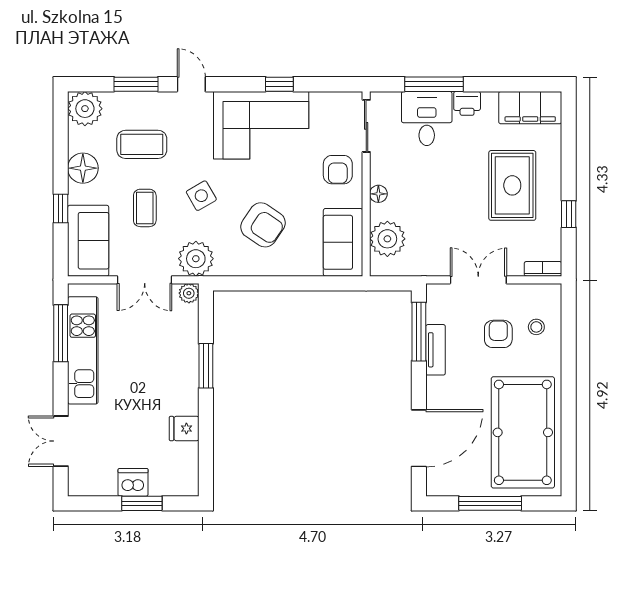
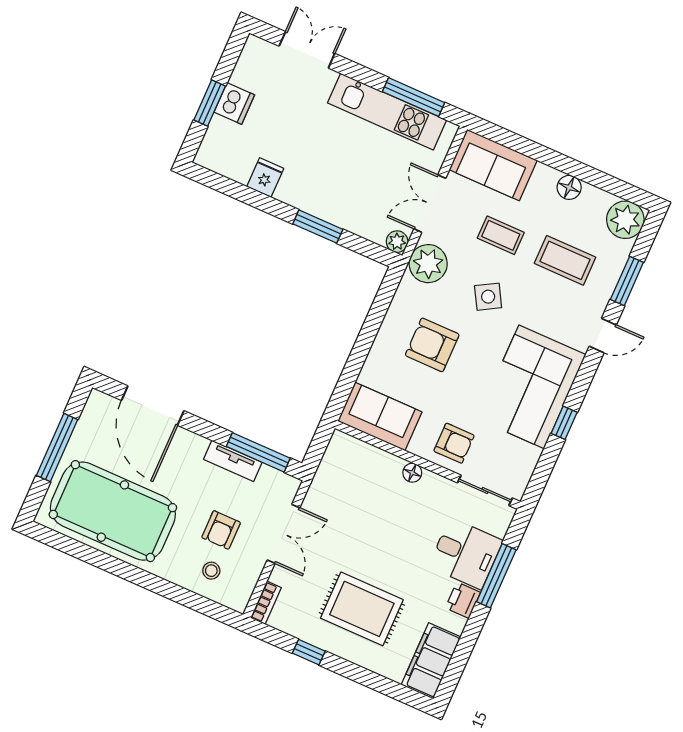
coffee table: (142, 144) -> (565, 260), turned 90
floor lamp: (83, 168) -> (569, 187), width x0.73, depth x0.73
armchair: (338, 170) -> (454, 443), turned 180
window: (61, 209) -> (537, 152), removed
armchair: (263, 225) -> (432, 345), turned 56
plant: (387, 239) -> (364, 462), removed
armchair: (498, 334) -> (221, 530), turned 90

